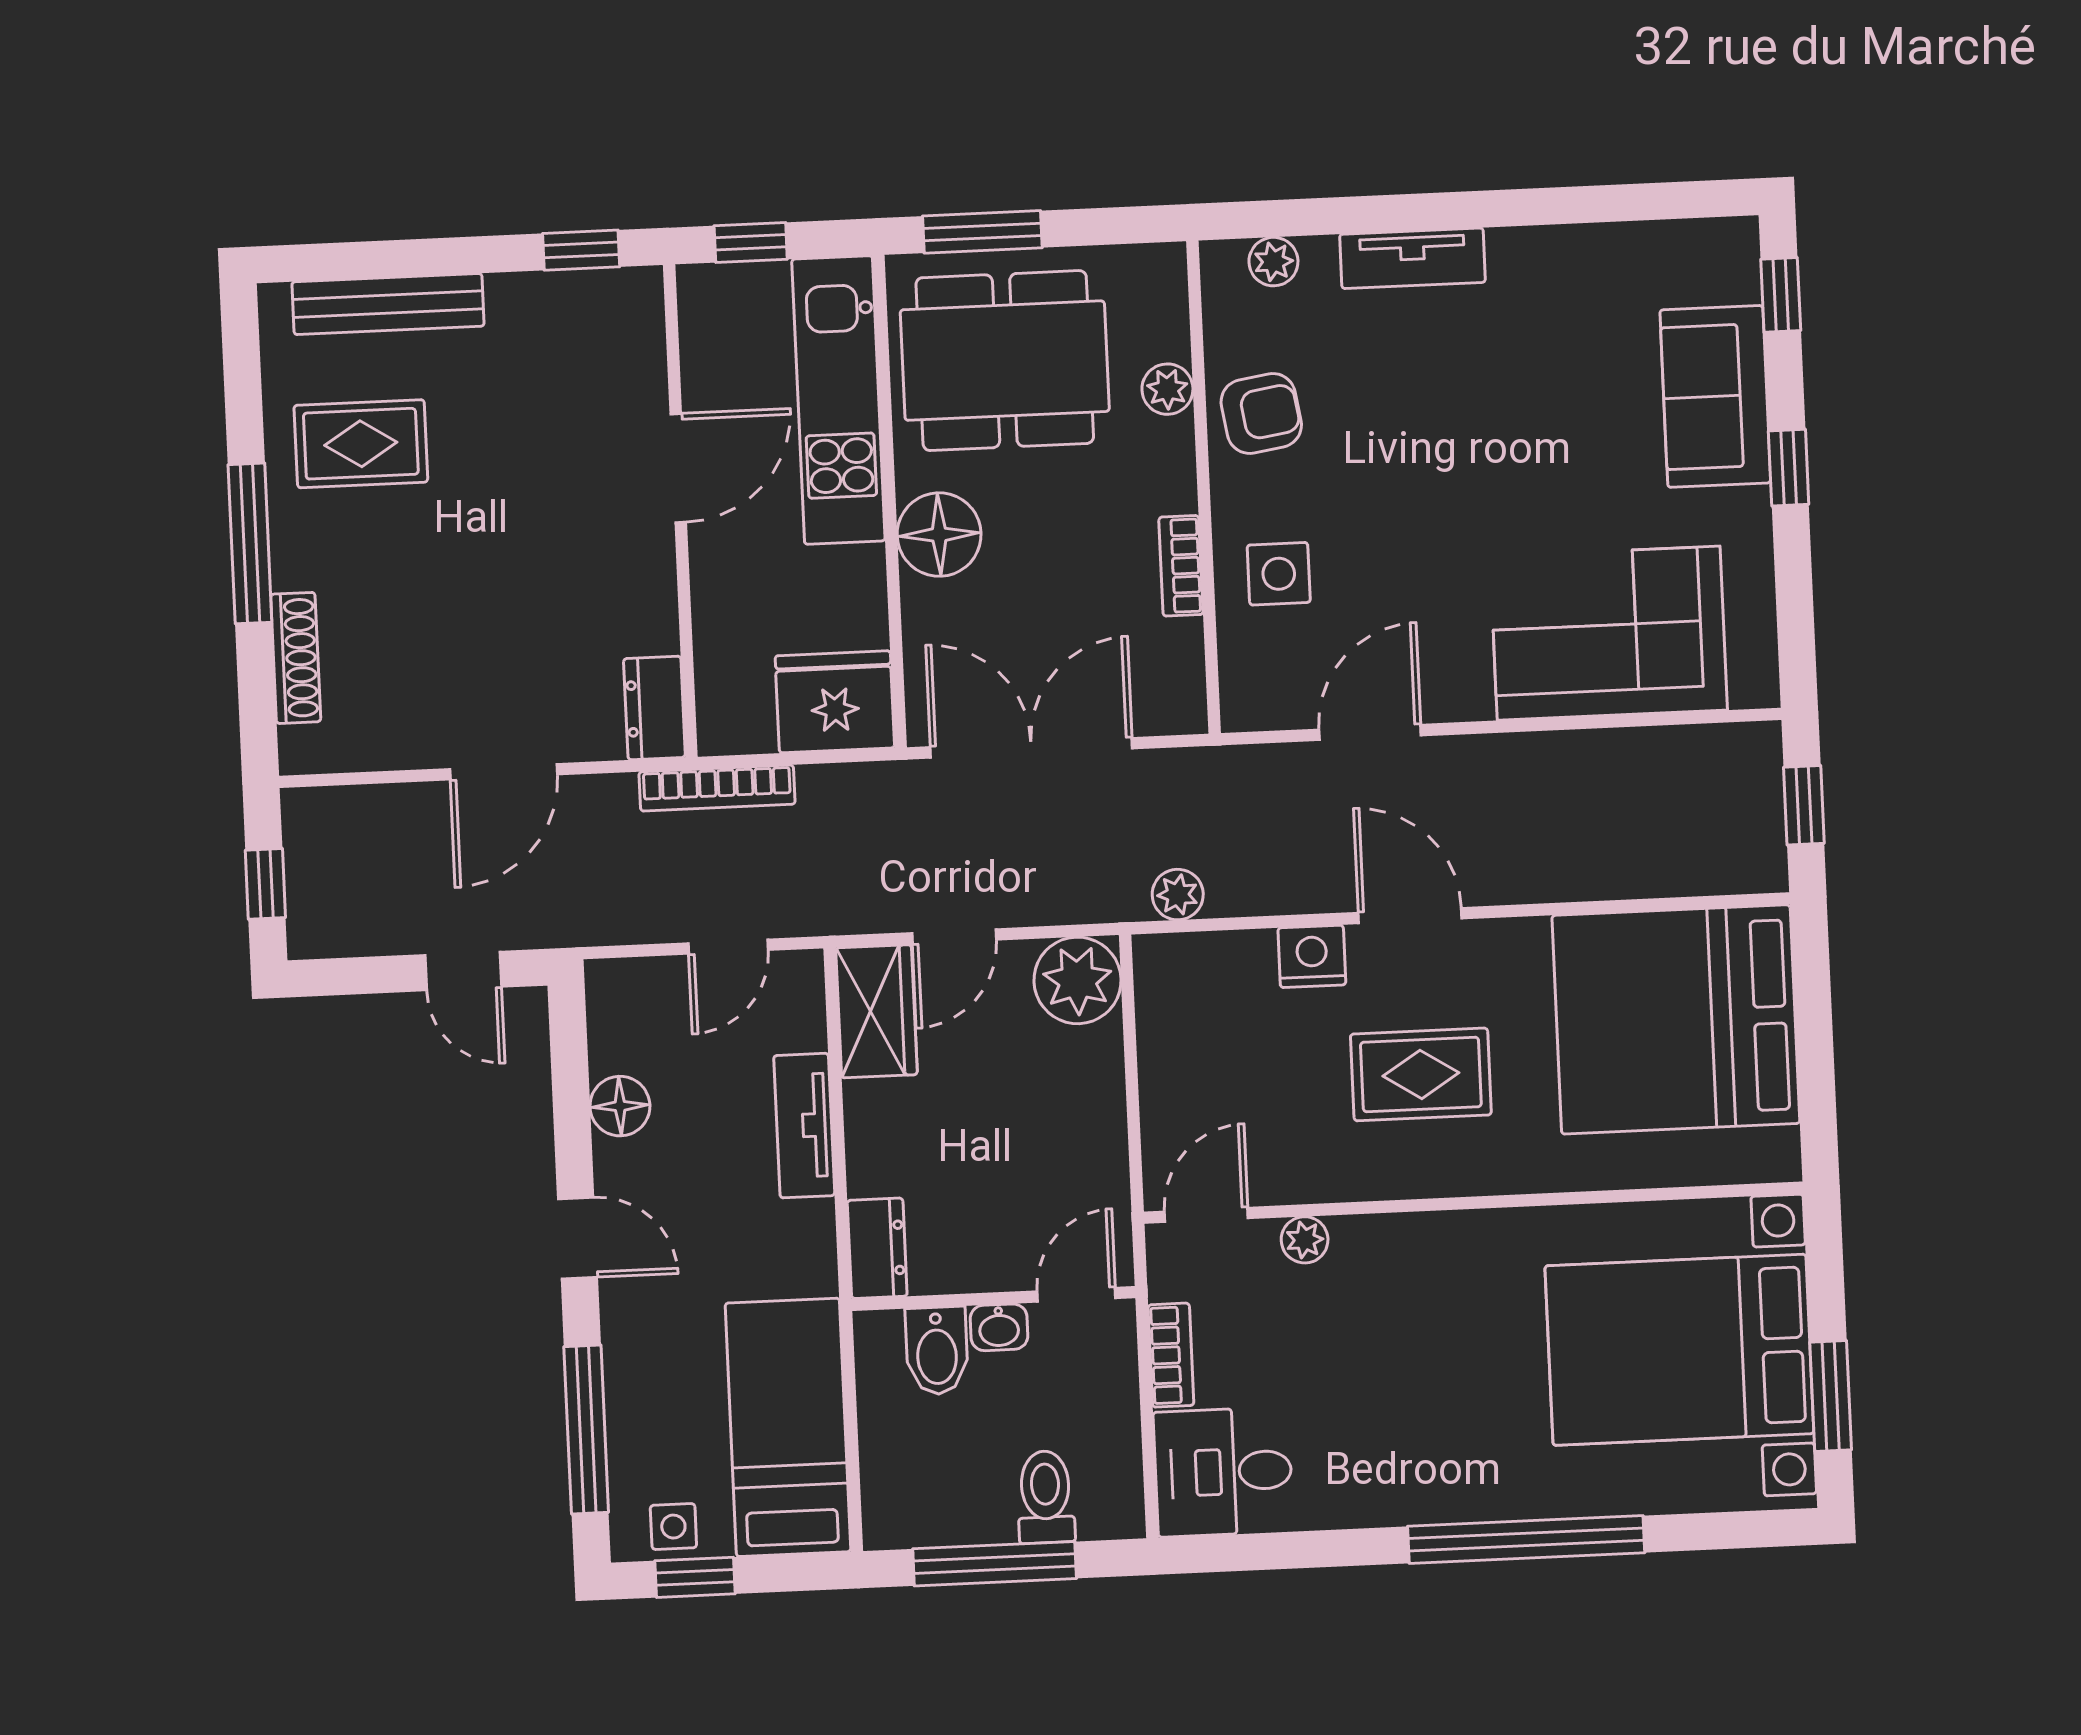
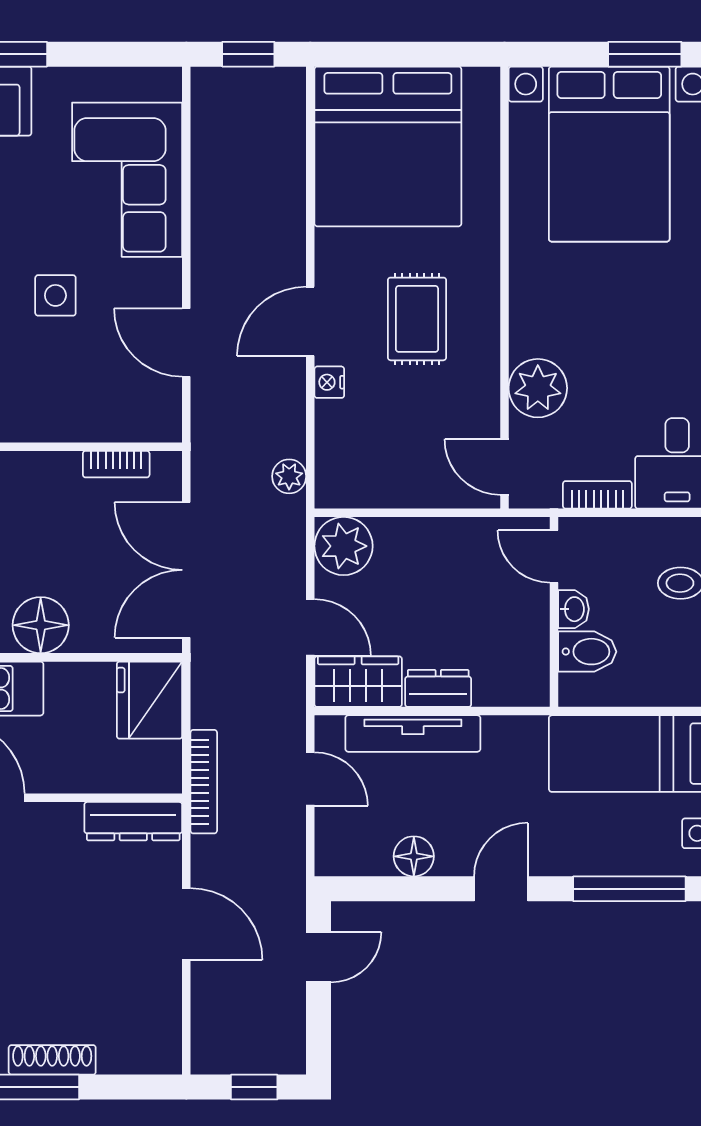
bookcase: (1181, 566) -> (116, 464), moved
side table: (1279, 574) -> (55, 295), moved
shoe rack: (296, 658) -> (52, 1060), moved
dresser: (654, 708) -> (133, 821), width x1.44
nightstand: (1312, 956) -> (329, 382), width x0.72, depth x0.74
tv unit: (804, 1126) -> (413, 733), width x1.41
plant: (1305, 1240) -> (538, 388), width x1.88, depth x1.88
dresser: (877, 1248) -> (438, 688), moved

